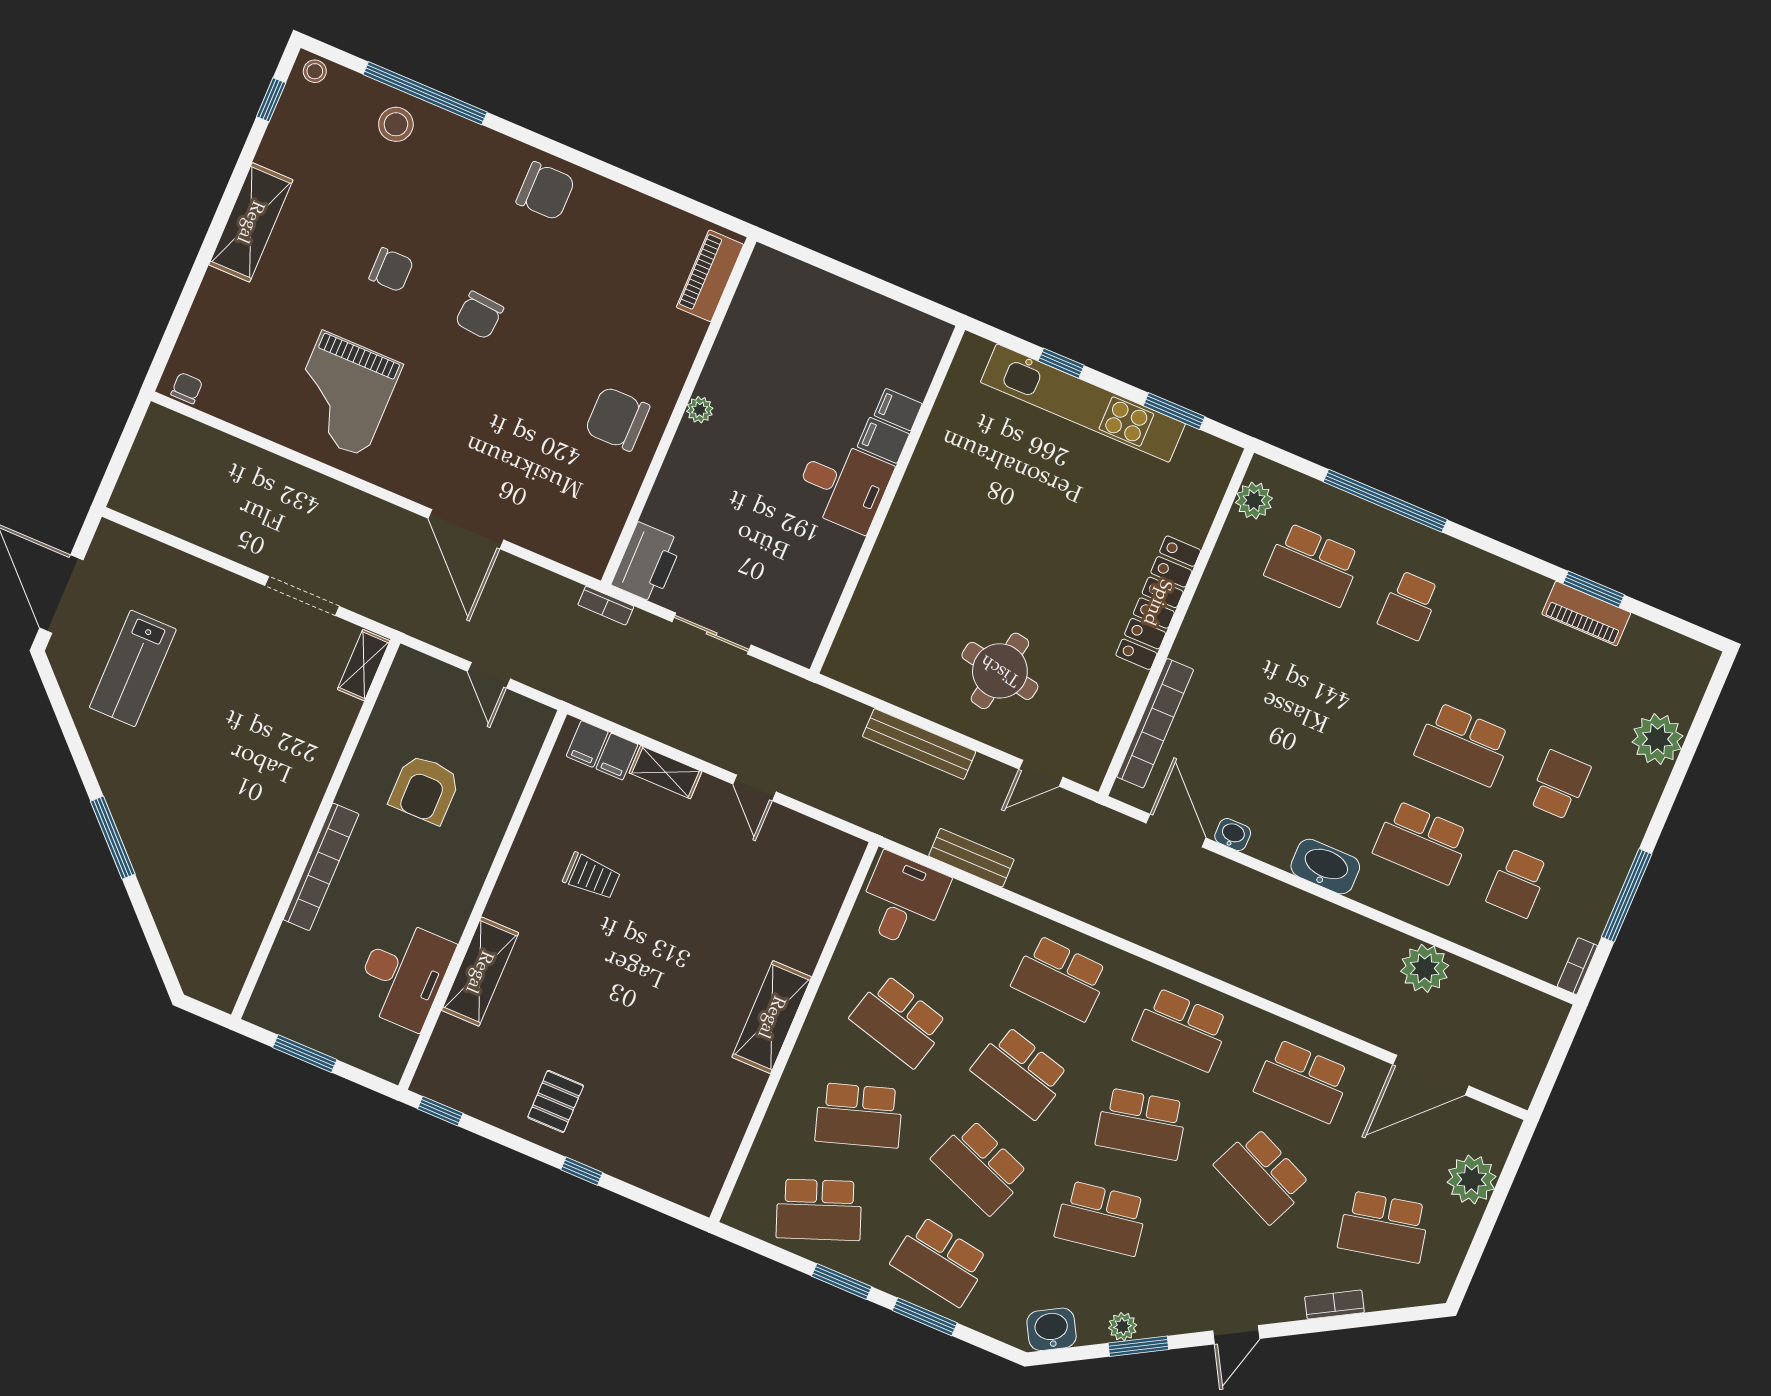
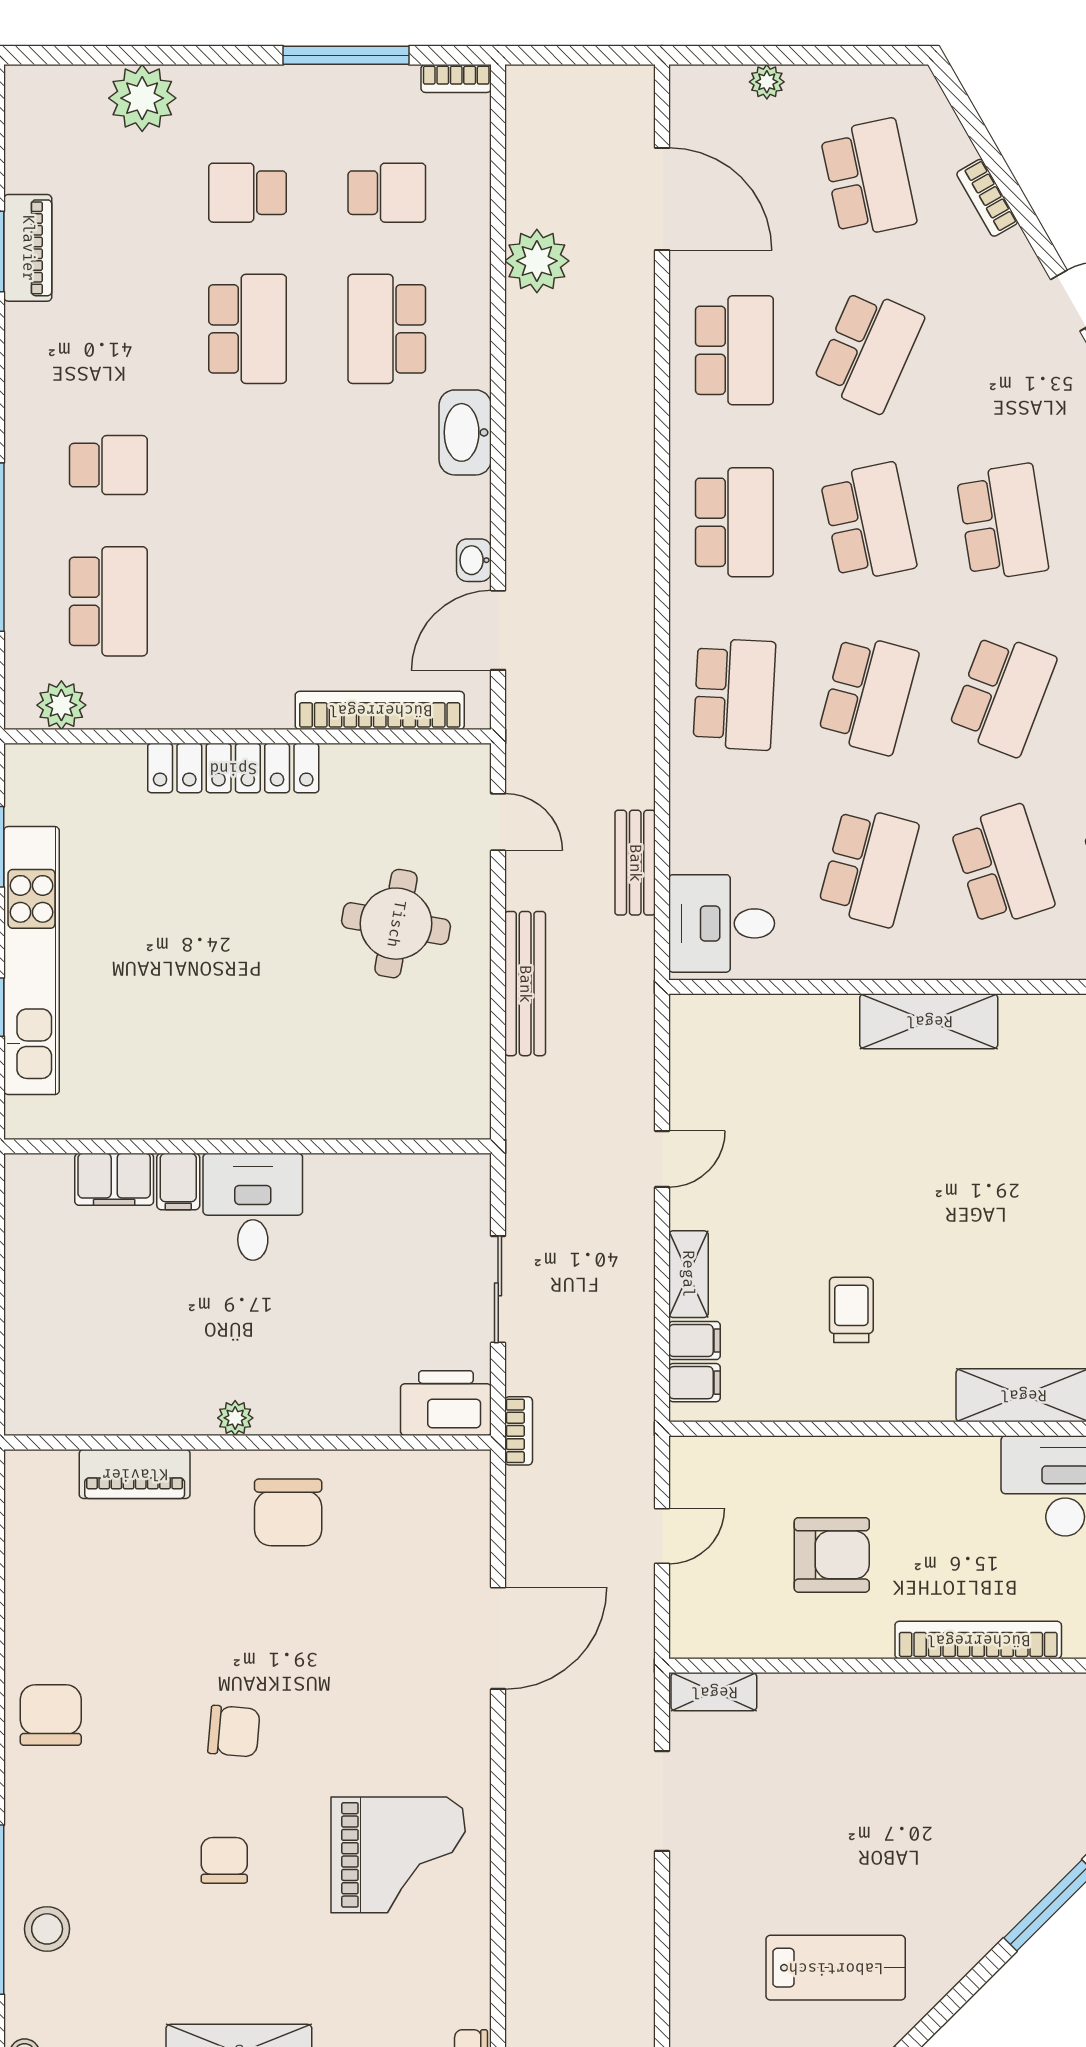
piano: (710, 276) -> (135, 1474), moved
filing cabinet: (898, 410) -> (114, 1179), width x2.00
school desk: (1422, 842) -> (387, 329), turned 180
plant: (1472, 1179) -> (767, 82), width x0.53, depth x0.53

